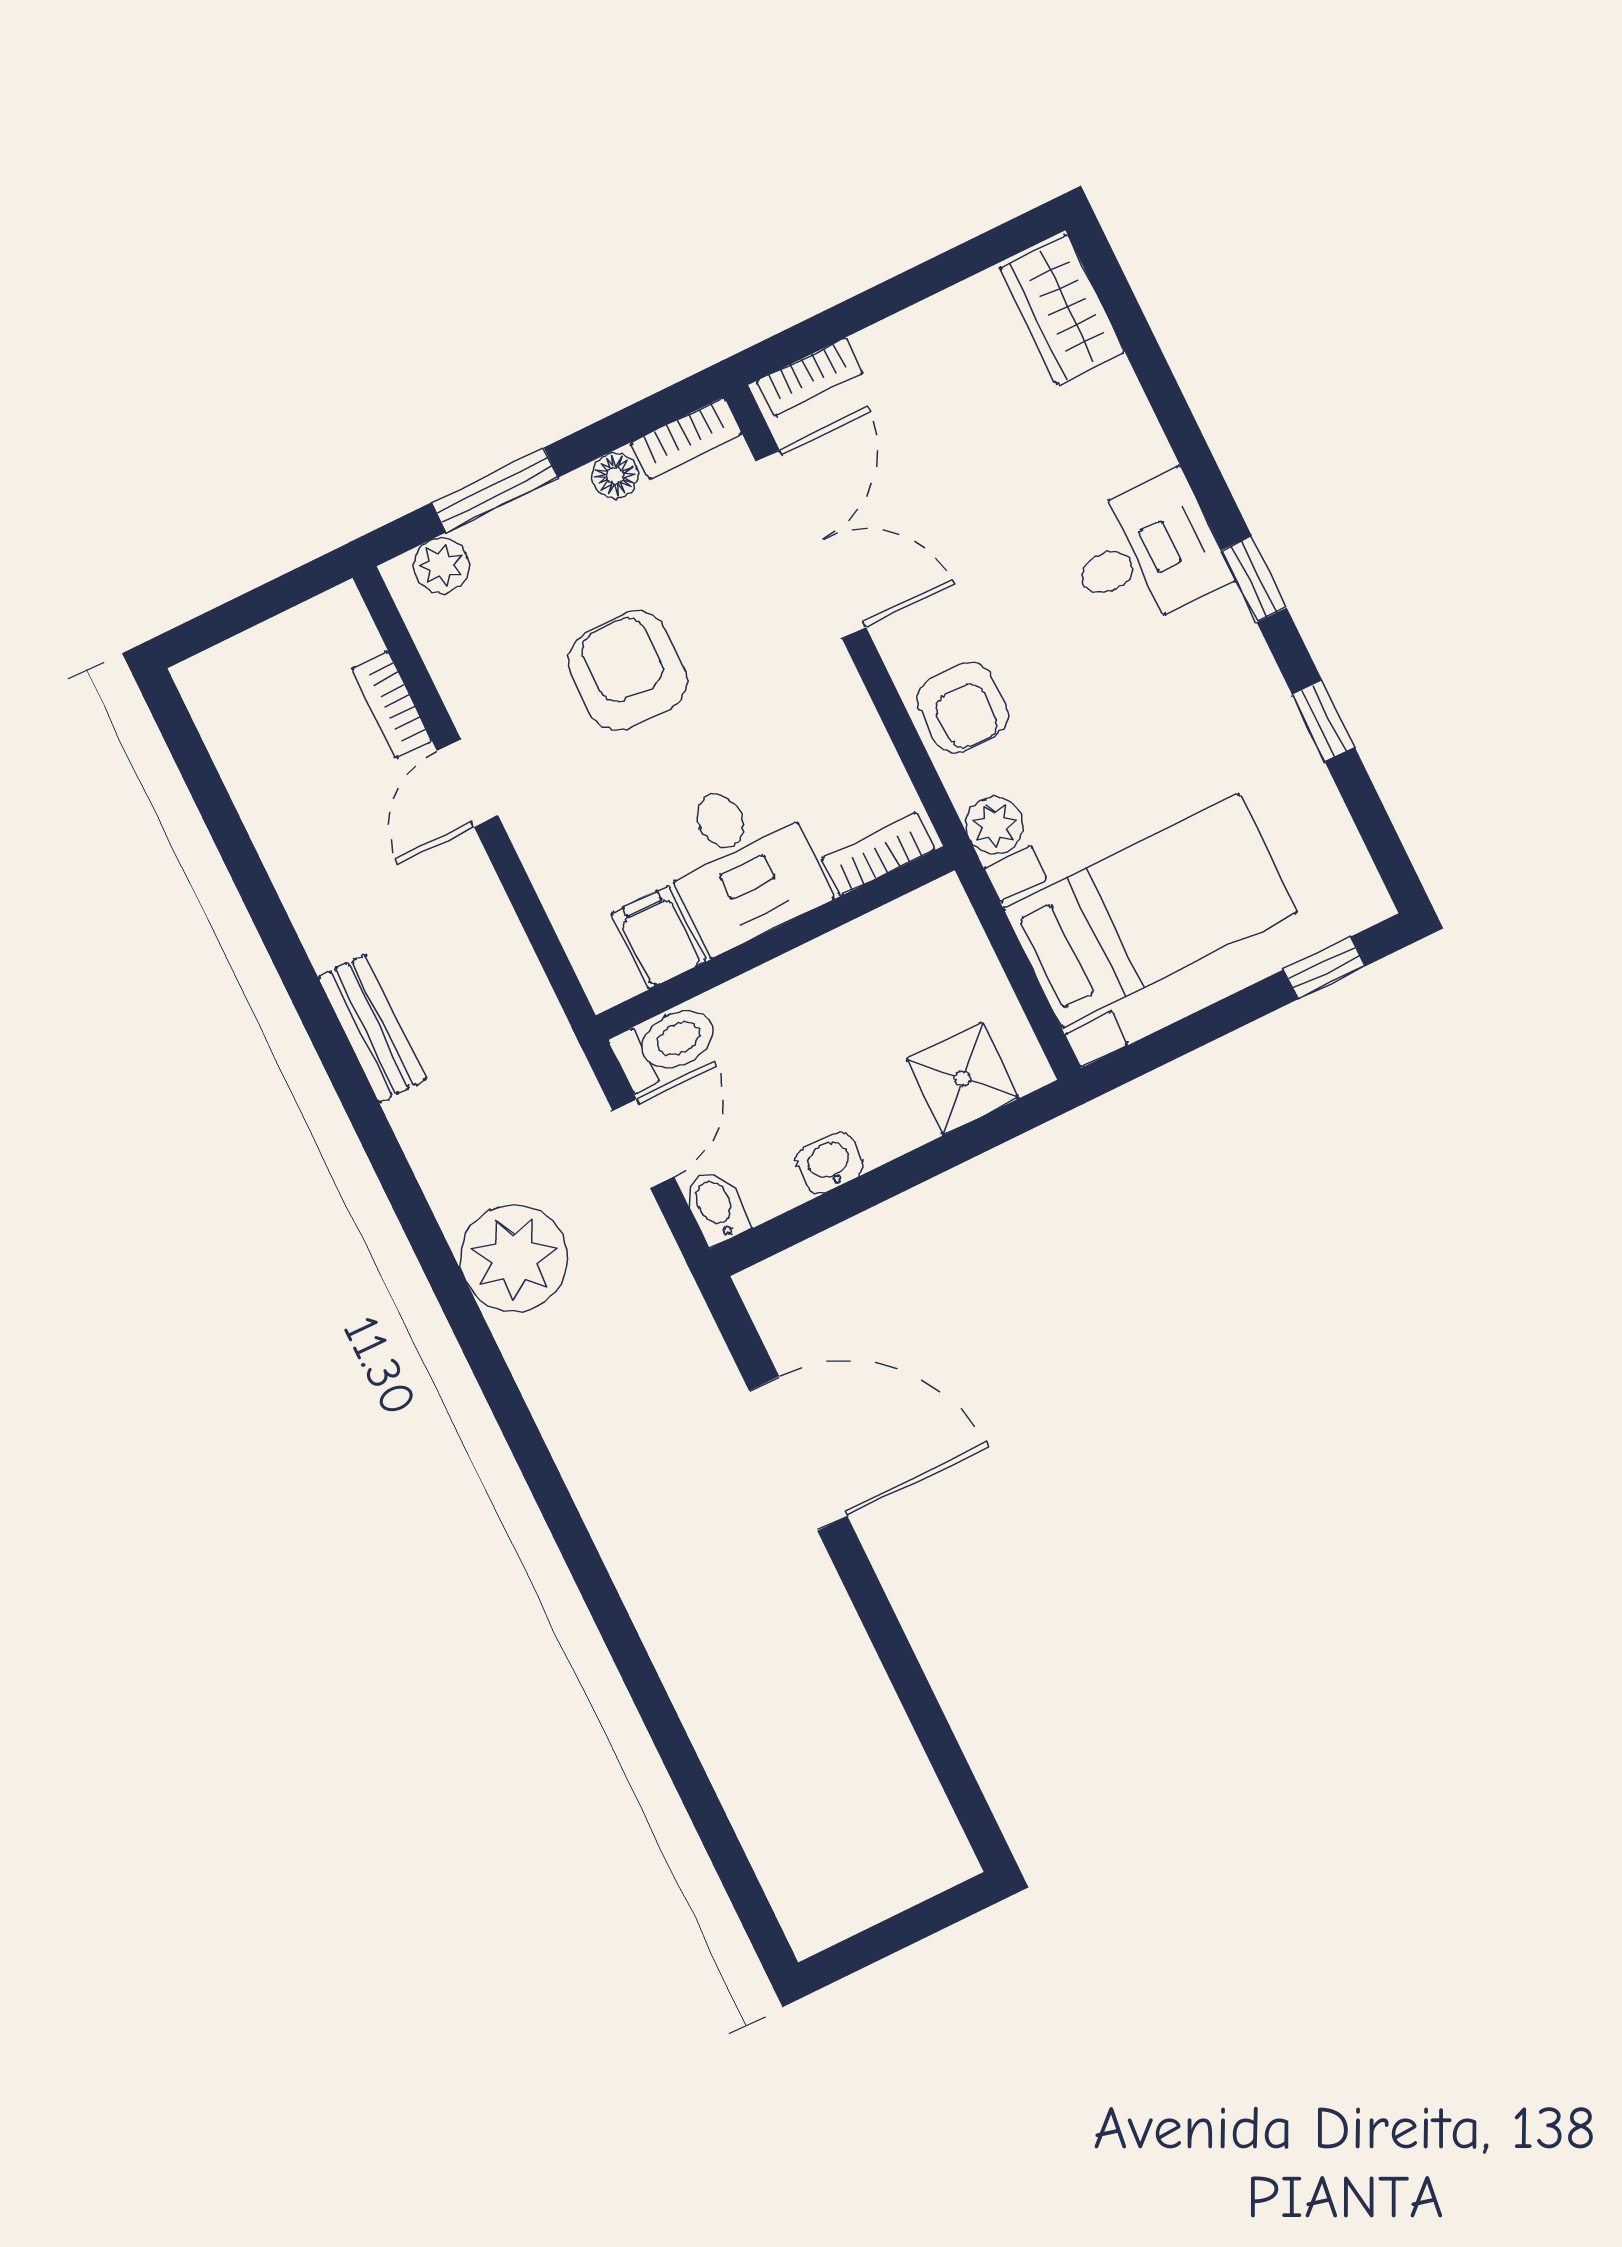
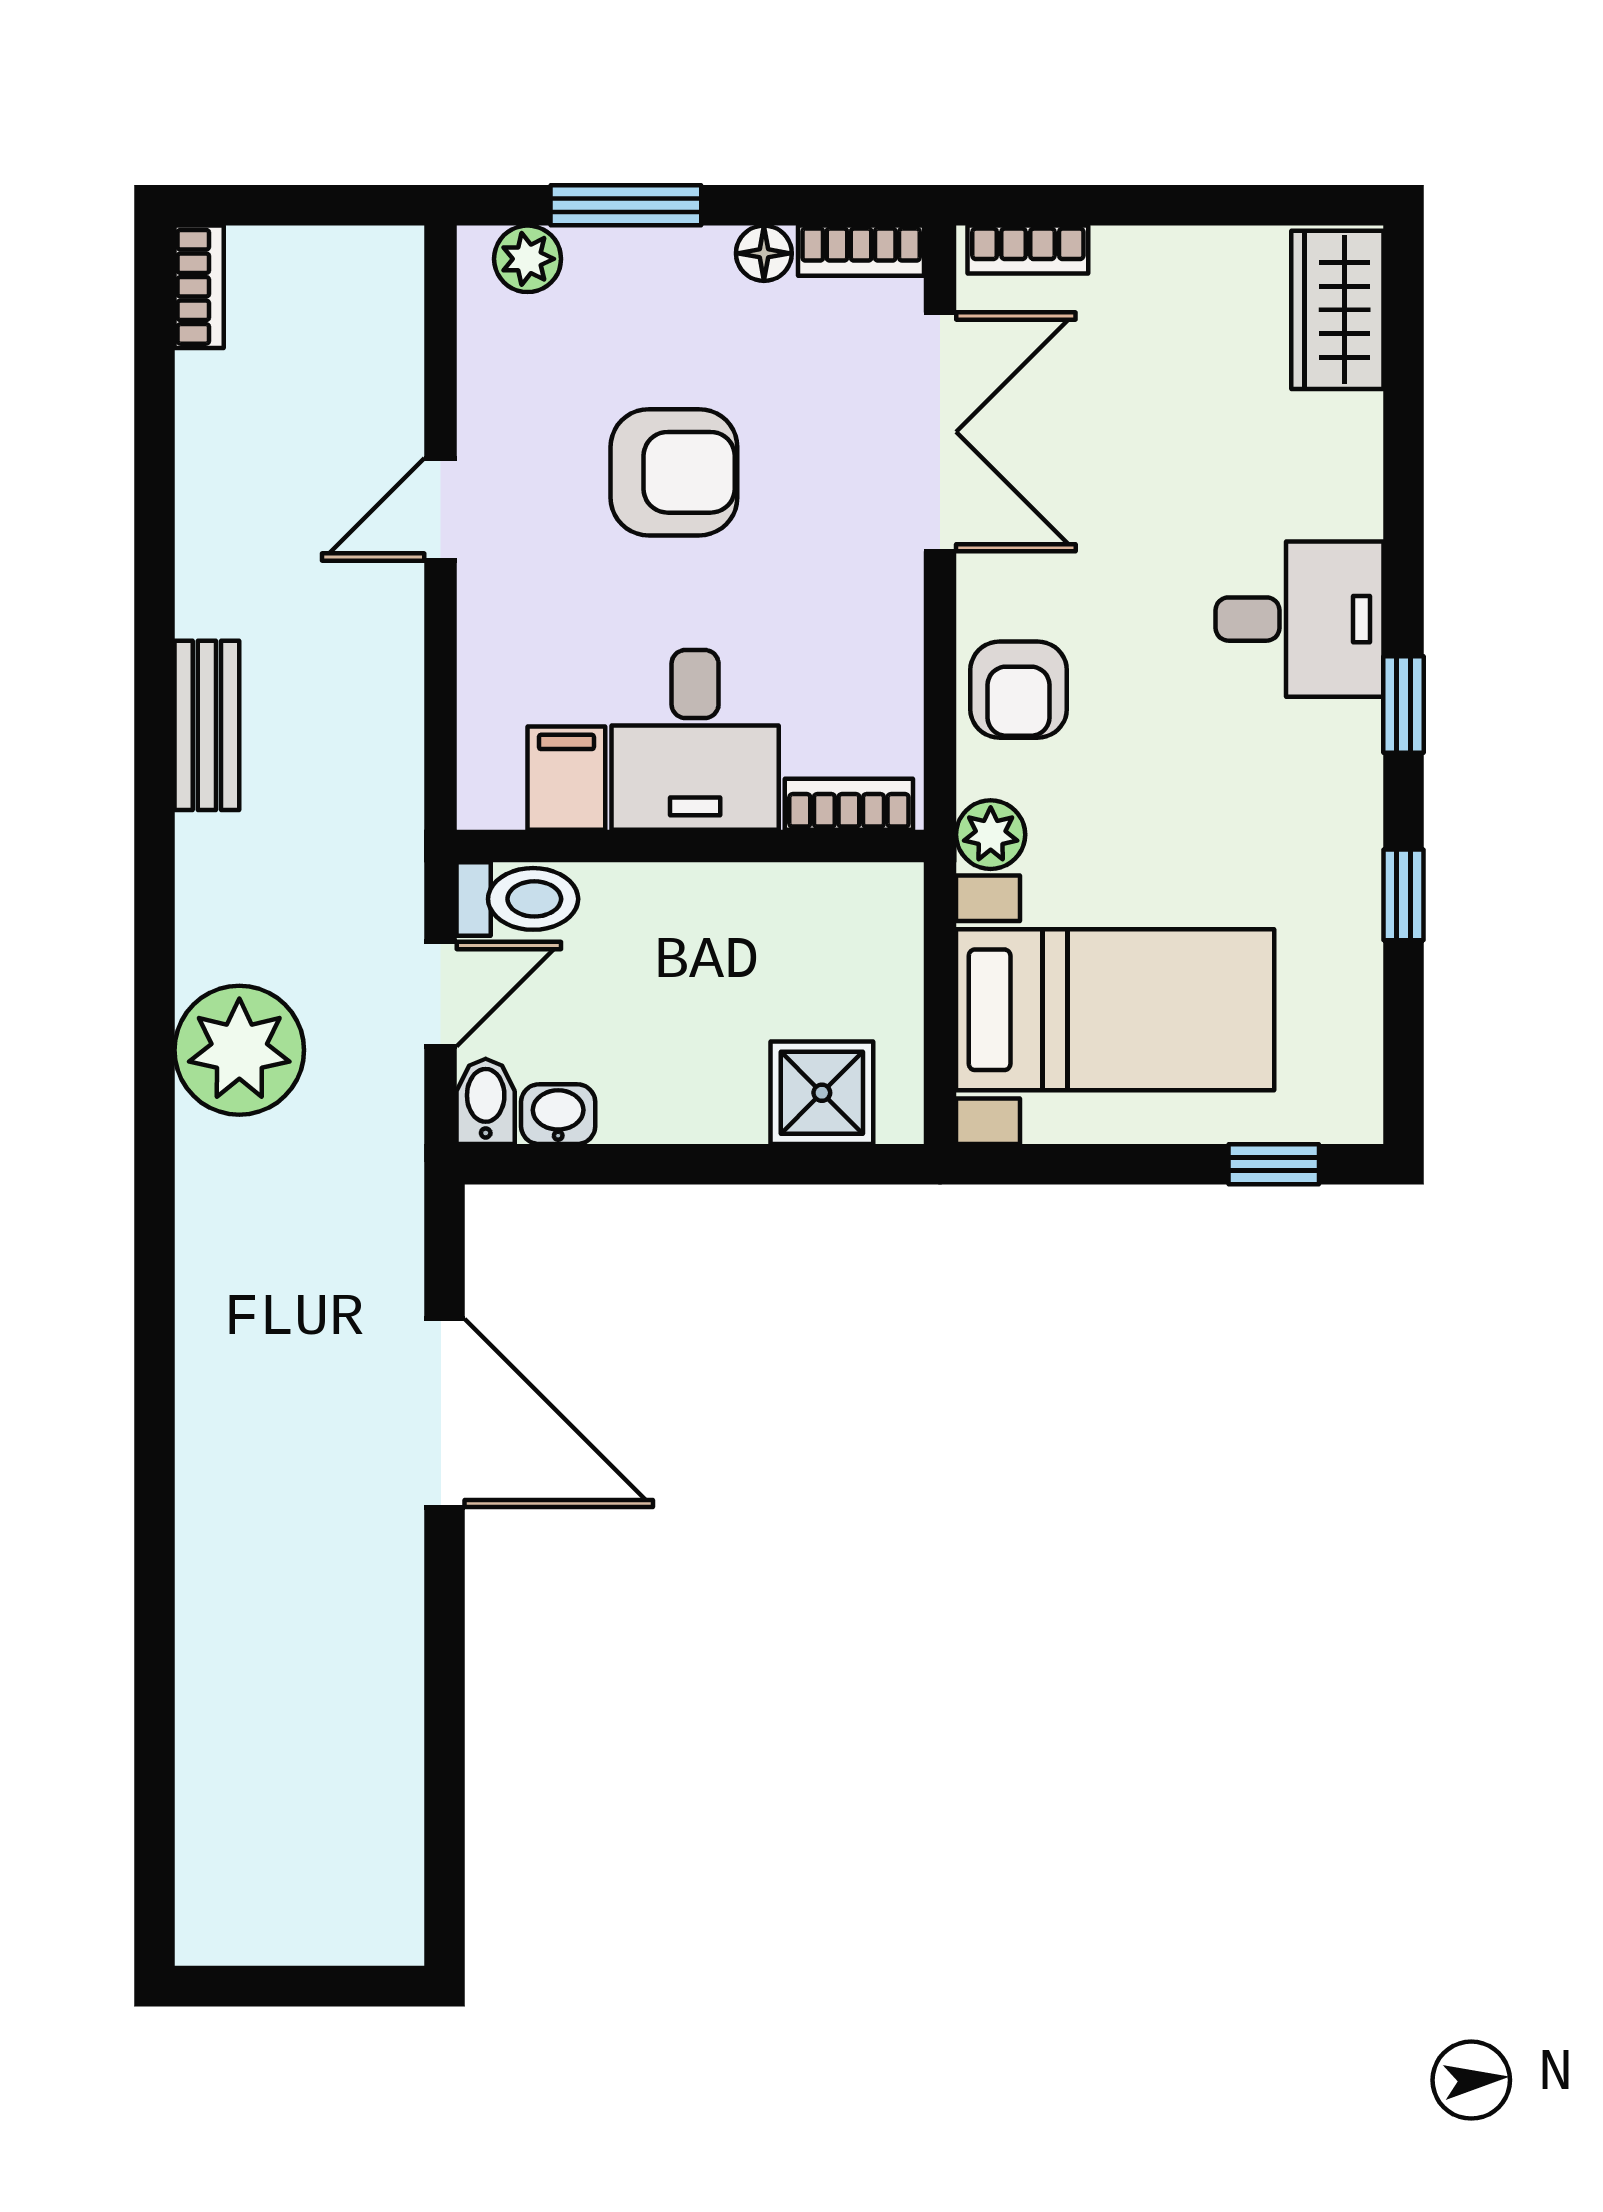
armchair: (628, 671) -> (674, 472), turned 90
bookcase: (392, 704) -> (199, 287), moved, turned 180
washbasin: (830, 1163) -> (558, 1114), moved

